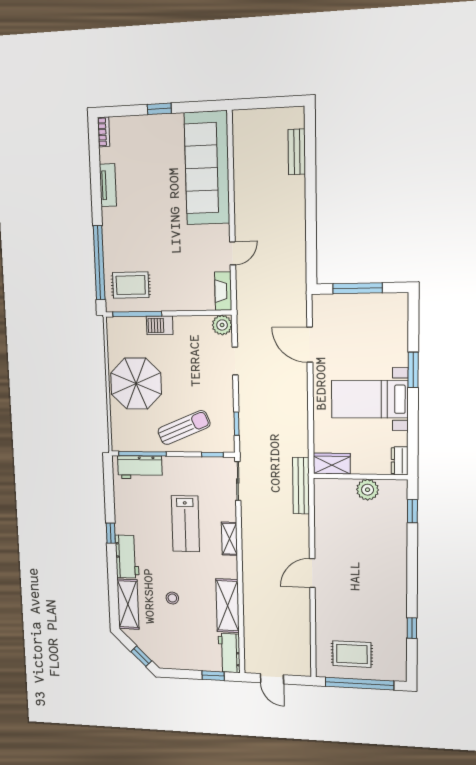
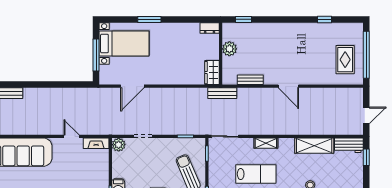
bed with nightstands: (370, 399) -> (124, 44), moved, turned -90
bench: (301, 486) -> (222, 93), width x0.73
bench: (321, 519) -> (250, 80), added

